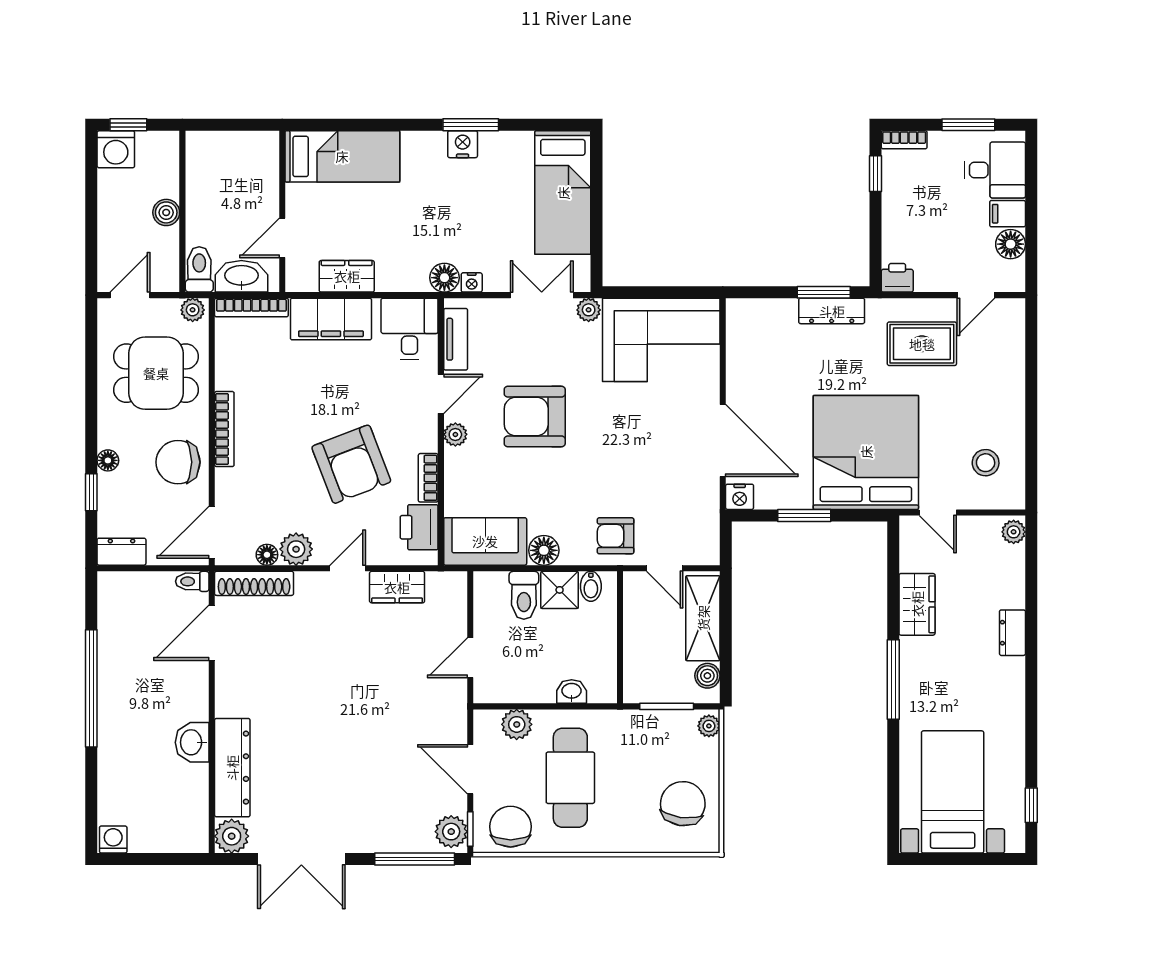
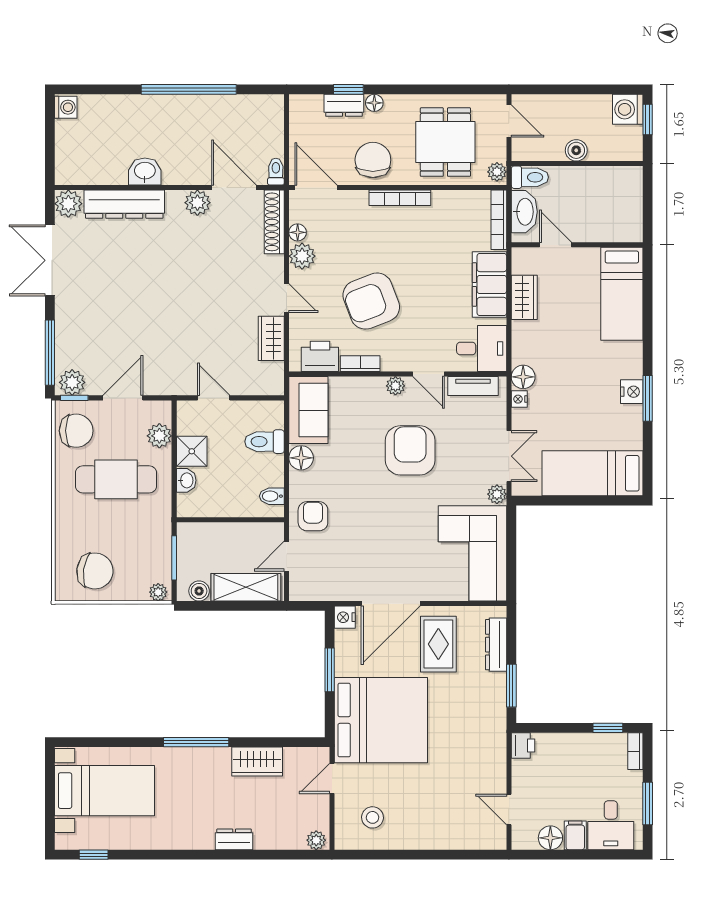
dresser: (832, 311) -> (496, 645), moved
rug: (922, 344) -> (438, 644), moved
dresser: (121, 552) -> (344, 105), moved, turned 90
shower: (560, 590) -> (192, 451), moved
plant: (230, 678) -> (197, 203), added

